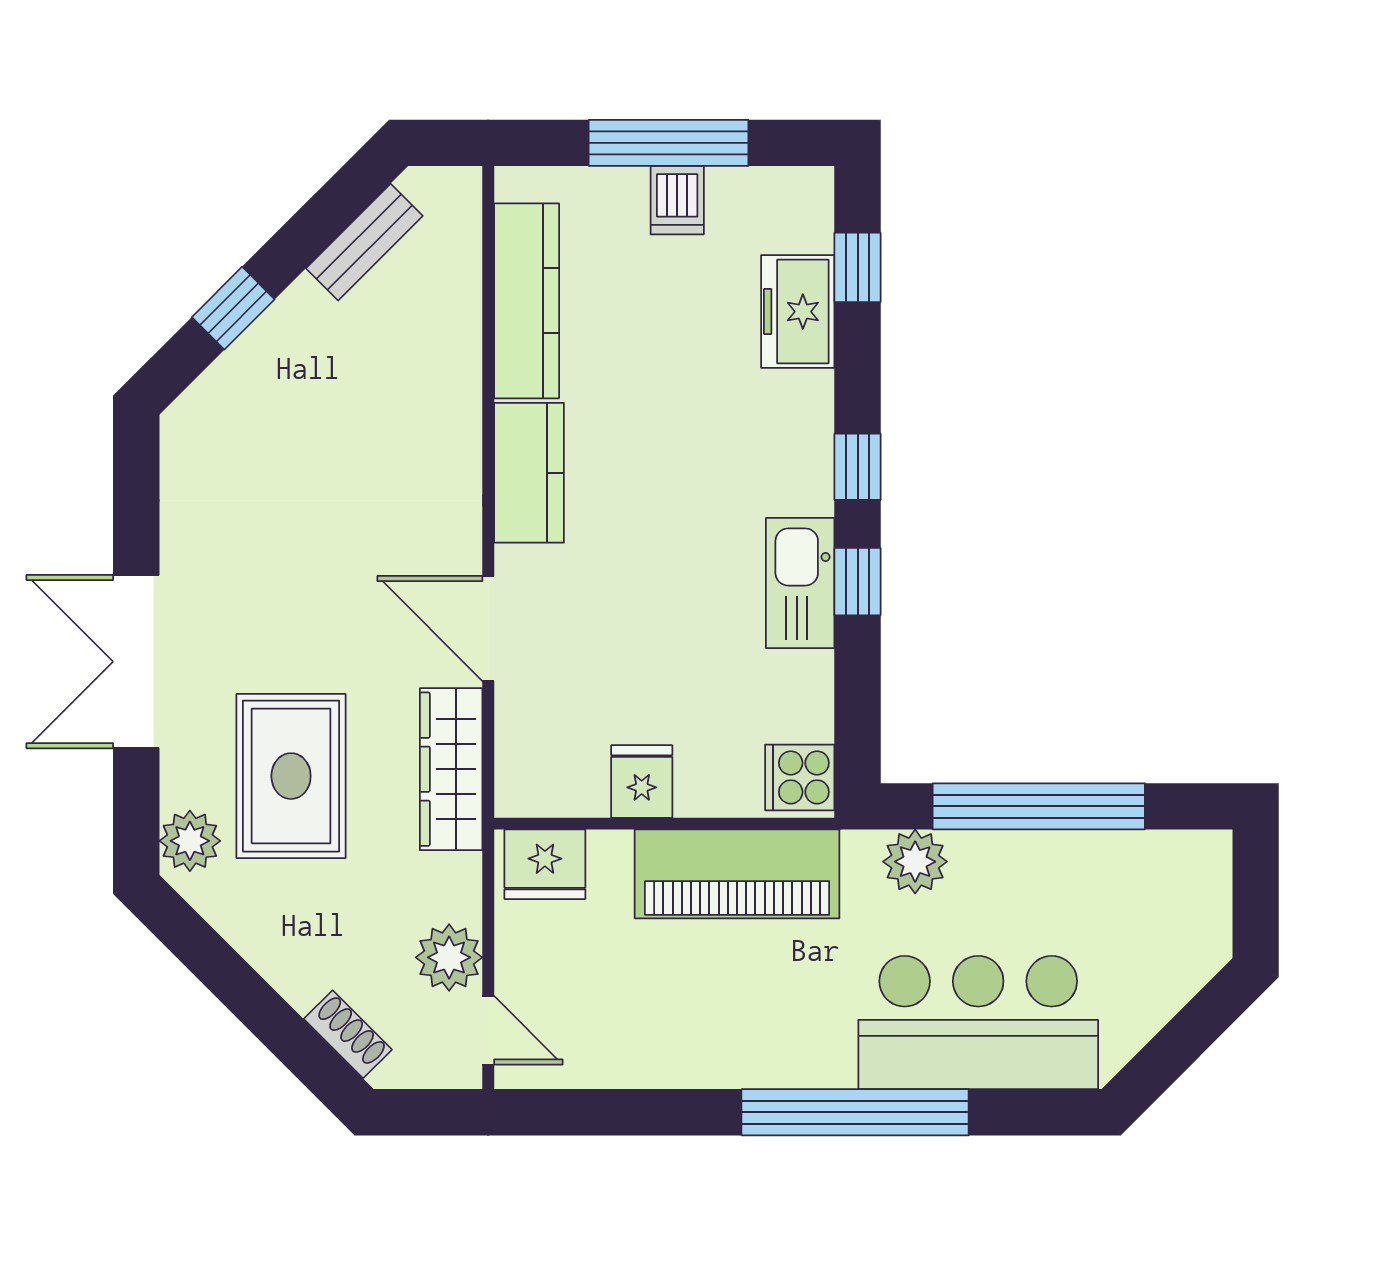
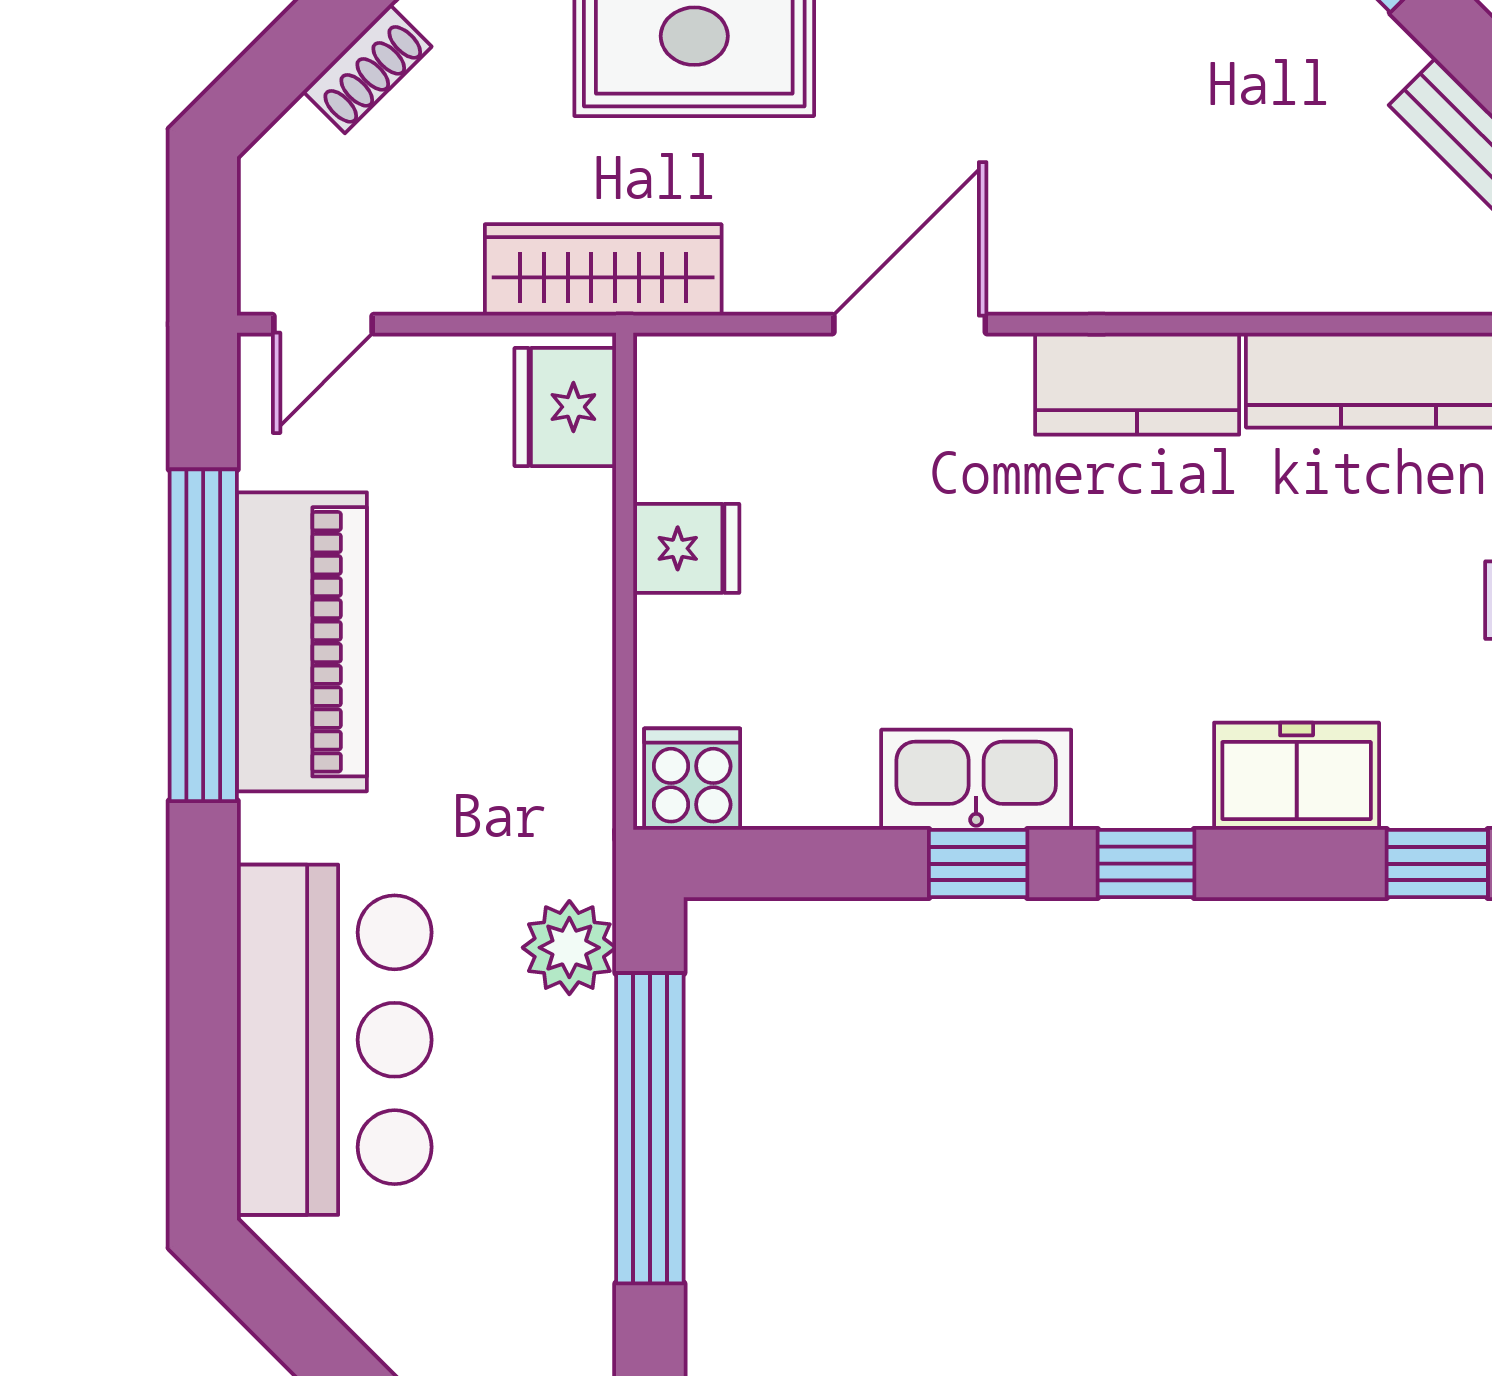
freezer: (798, 312) -> (1297, 776), moved
wardrobe: (451, 769) -> (603, 270), moved
piano: (737, 874) -> (302, 642), moved, turned 180
plant: (449, 957) -> (429, 267), removed
shoe rack: (348, 1034) -> (367, 69), moved
window: (855, 1112) -> (203, 635), moved

